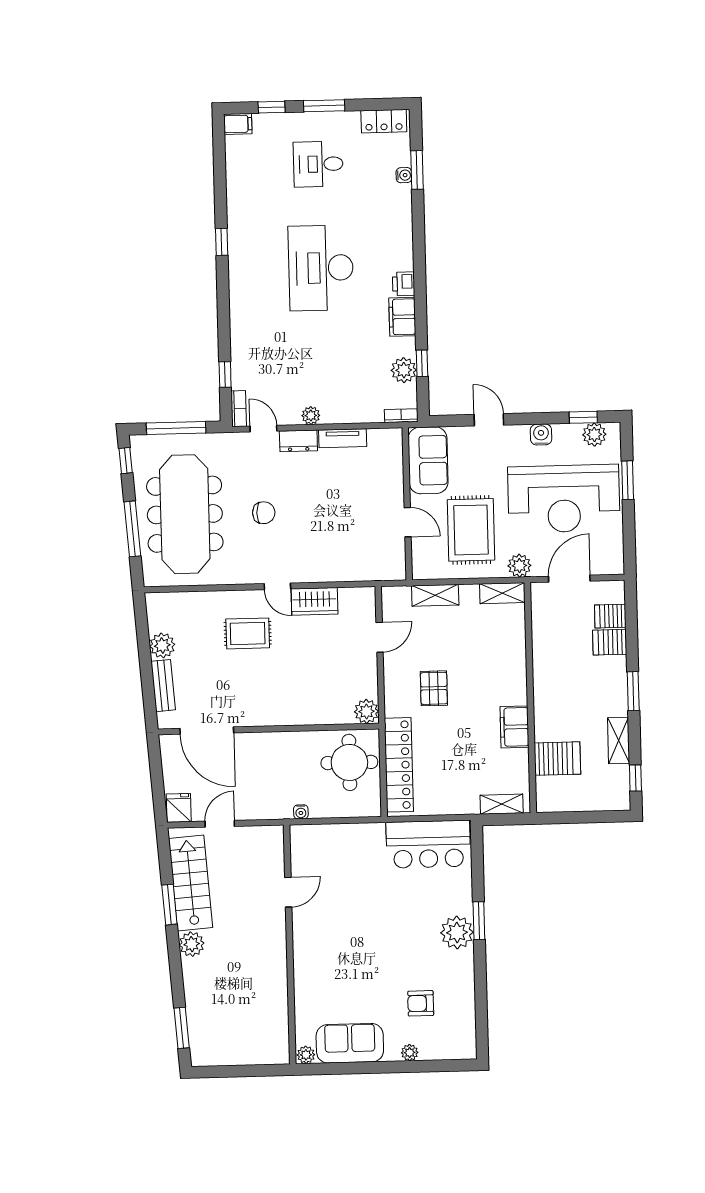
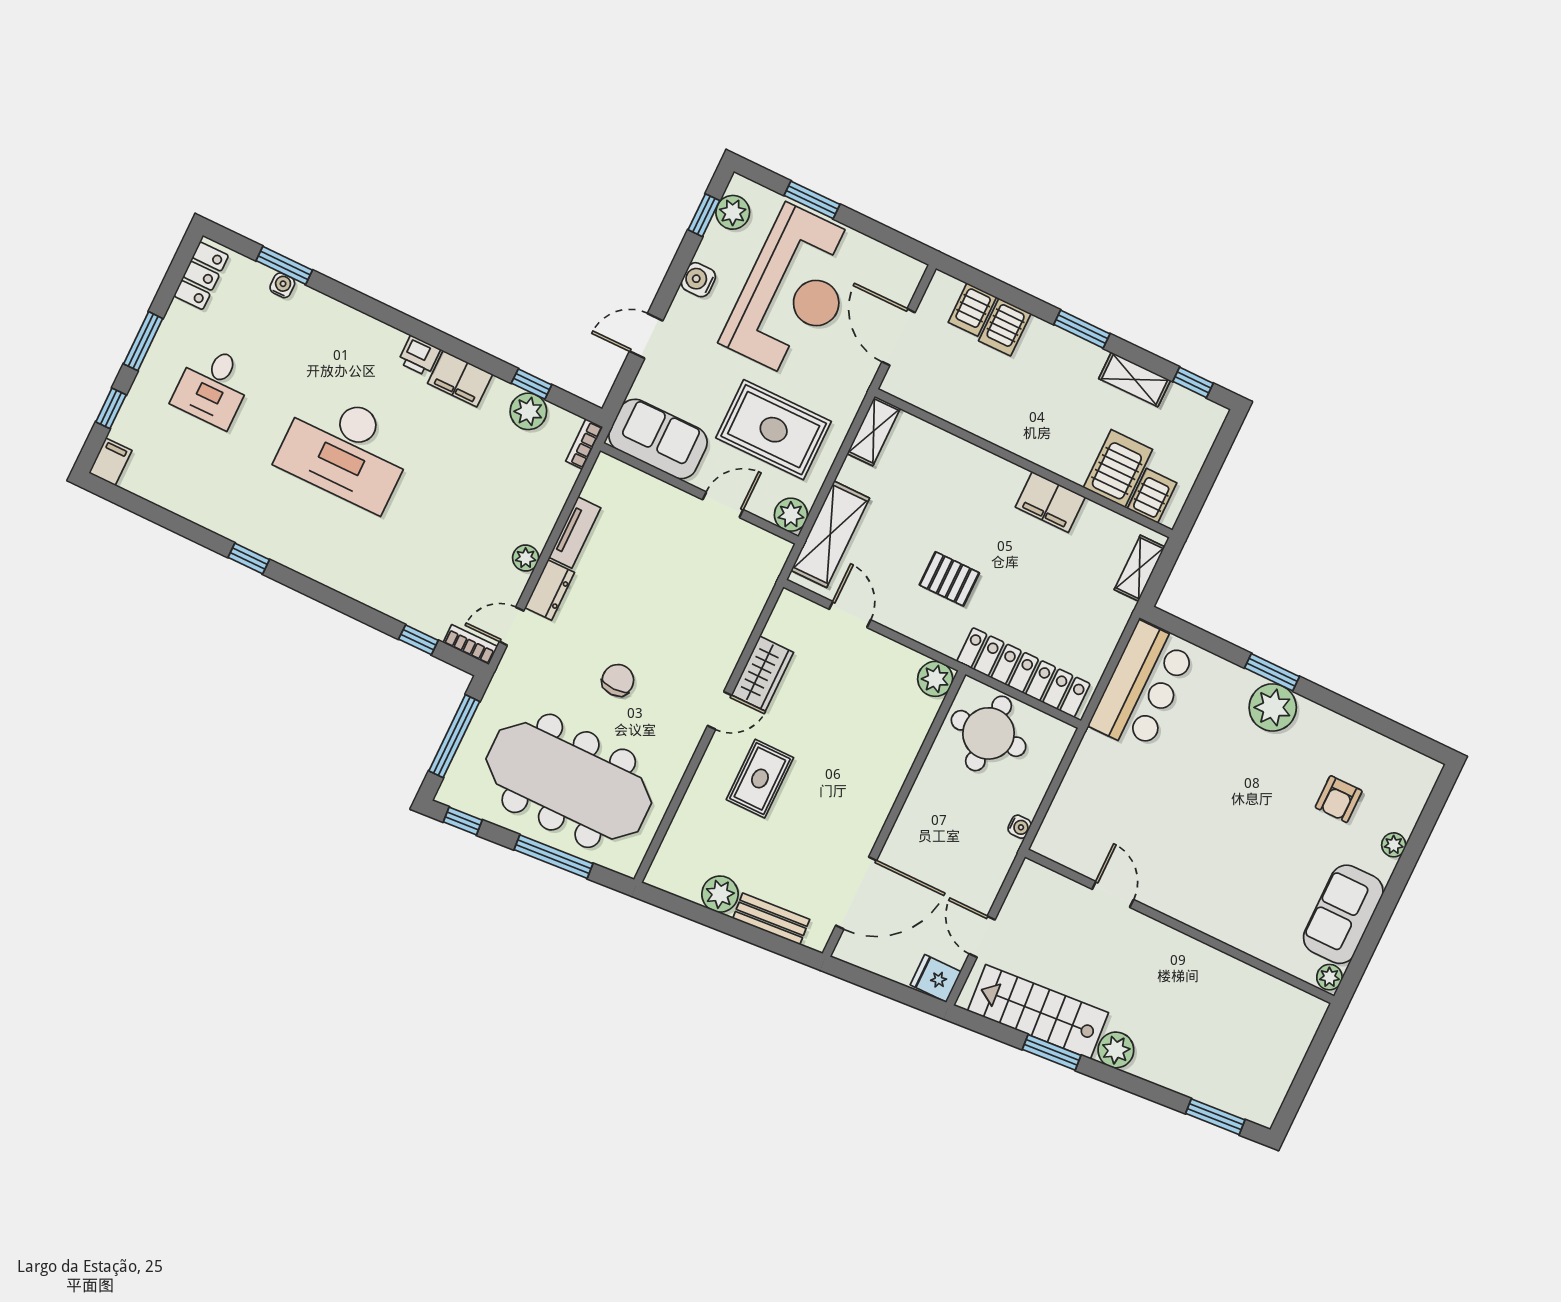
plant: (519, 566) -> (791, 515), moved
shelving: (435, 595) -> (830, 534), width x1.50, depth x1.33
server rack: (551, 789) -> (1152, 496), added

